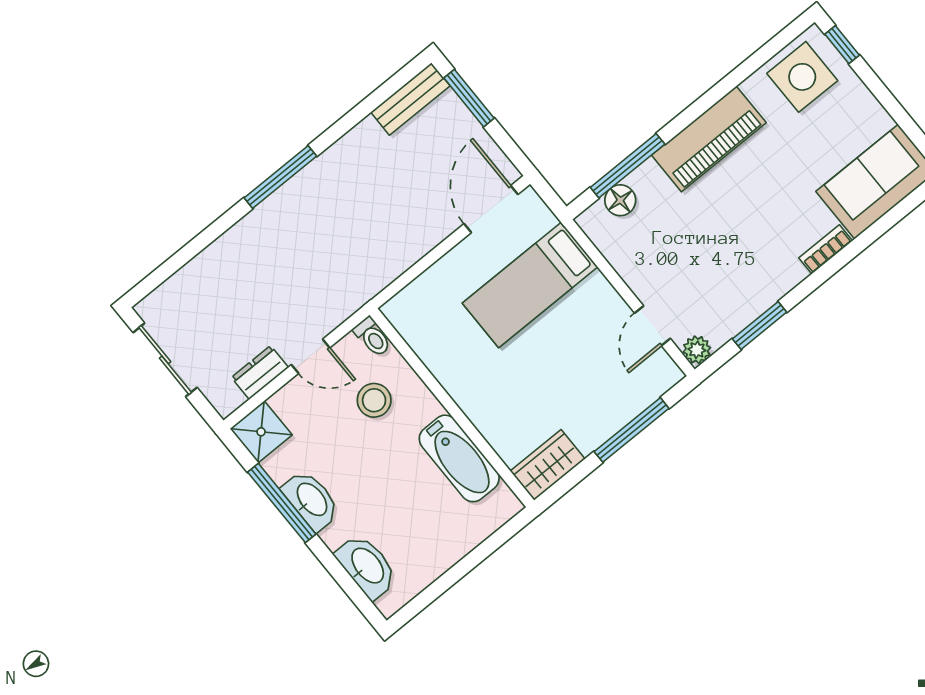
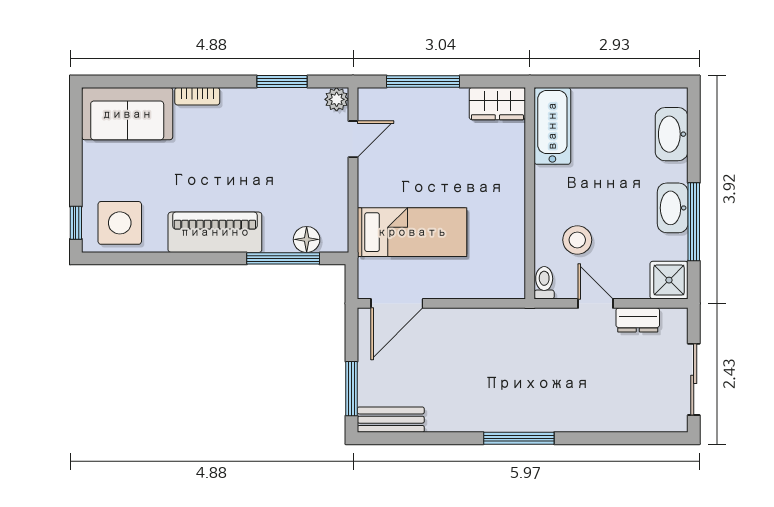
bathtub: (459, 458) -> (552, 126), moved

